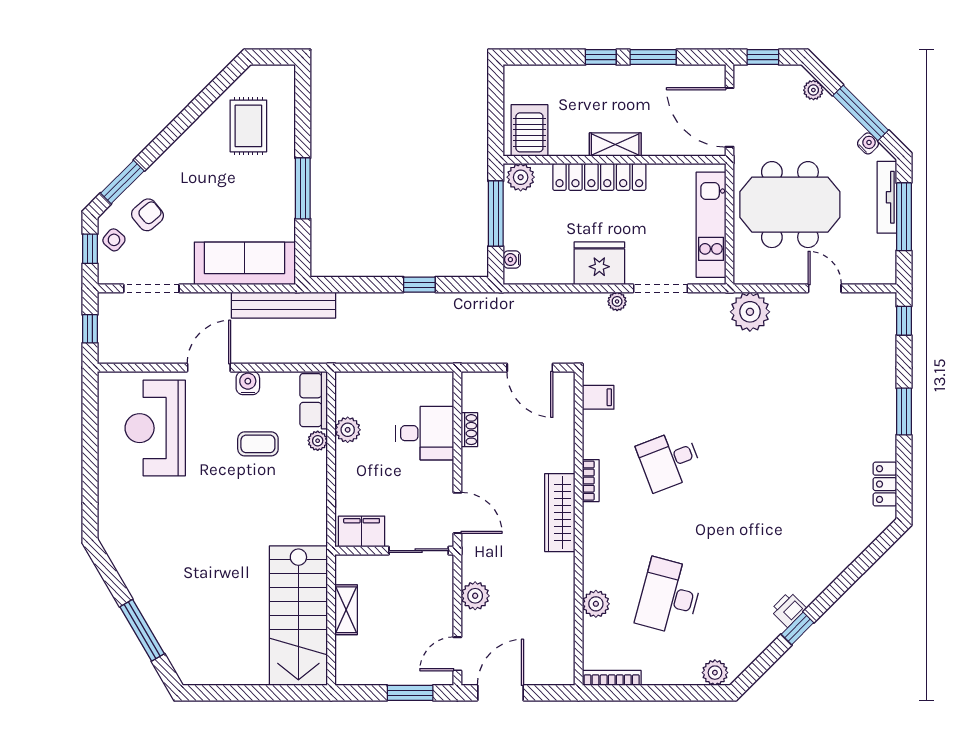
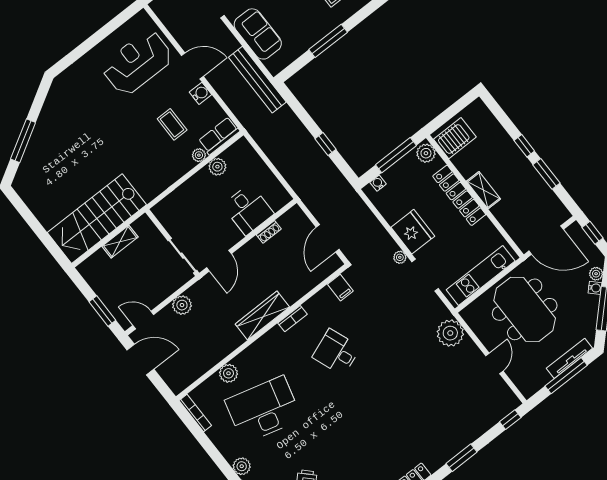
door: (730, 117) -> (546, 240), swing flipped
water cooler: (868, 143) -> (595, 288), moved
sofa: (244, 263) -> (258, 34), width x0.73
filing cabinet: (362, 532) -> (169, 217), removed
desk: (669, 596) -> (263, 410), width x1.36, depth x1.30

